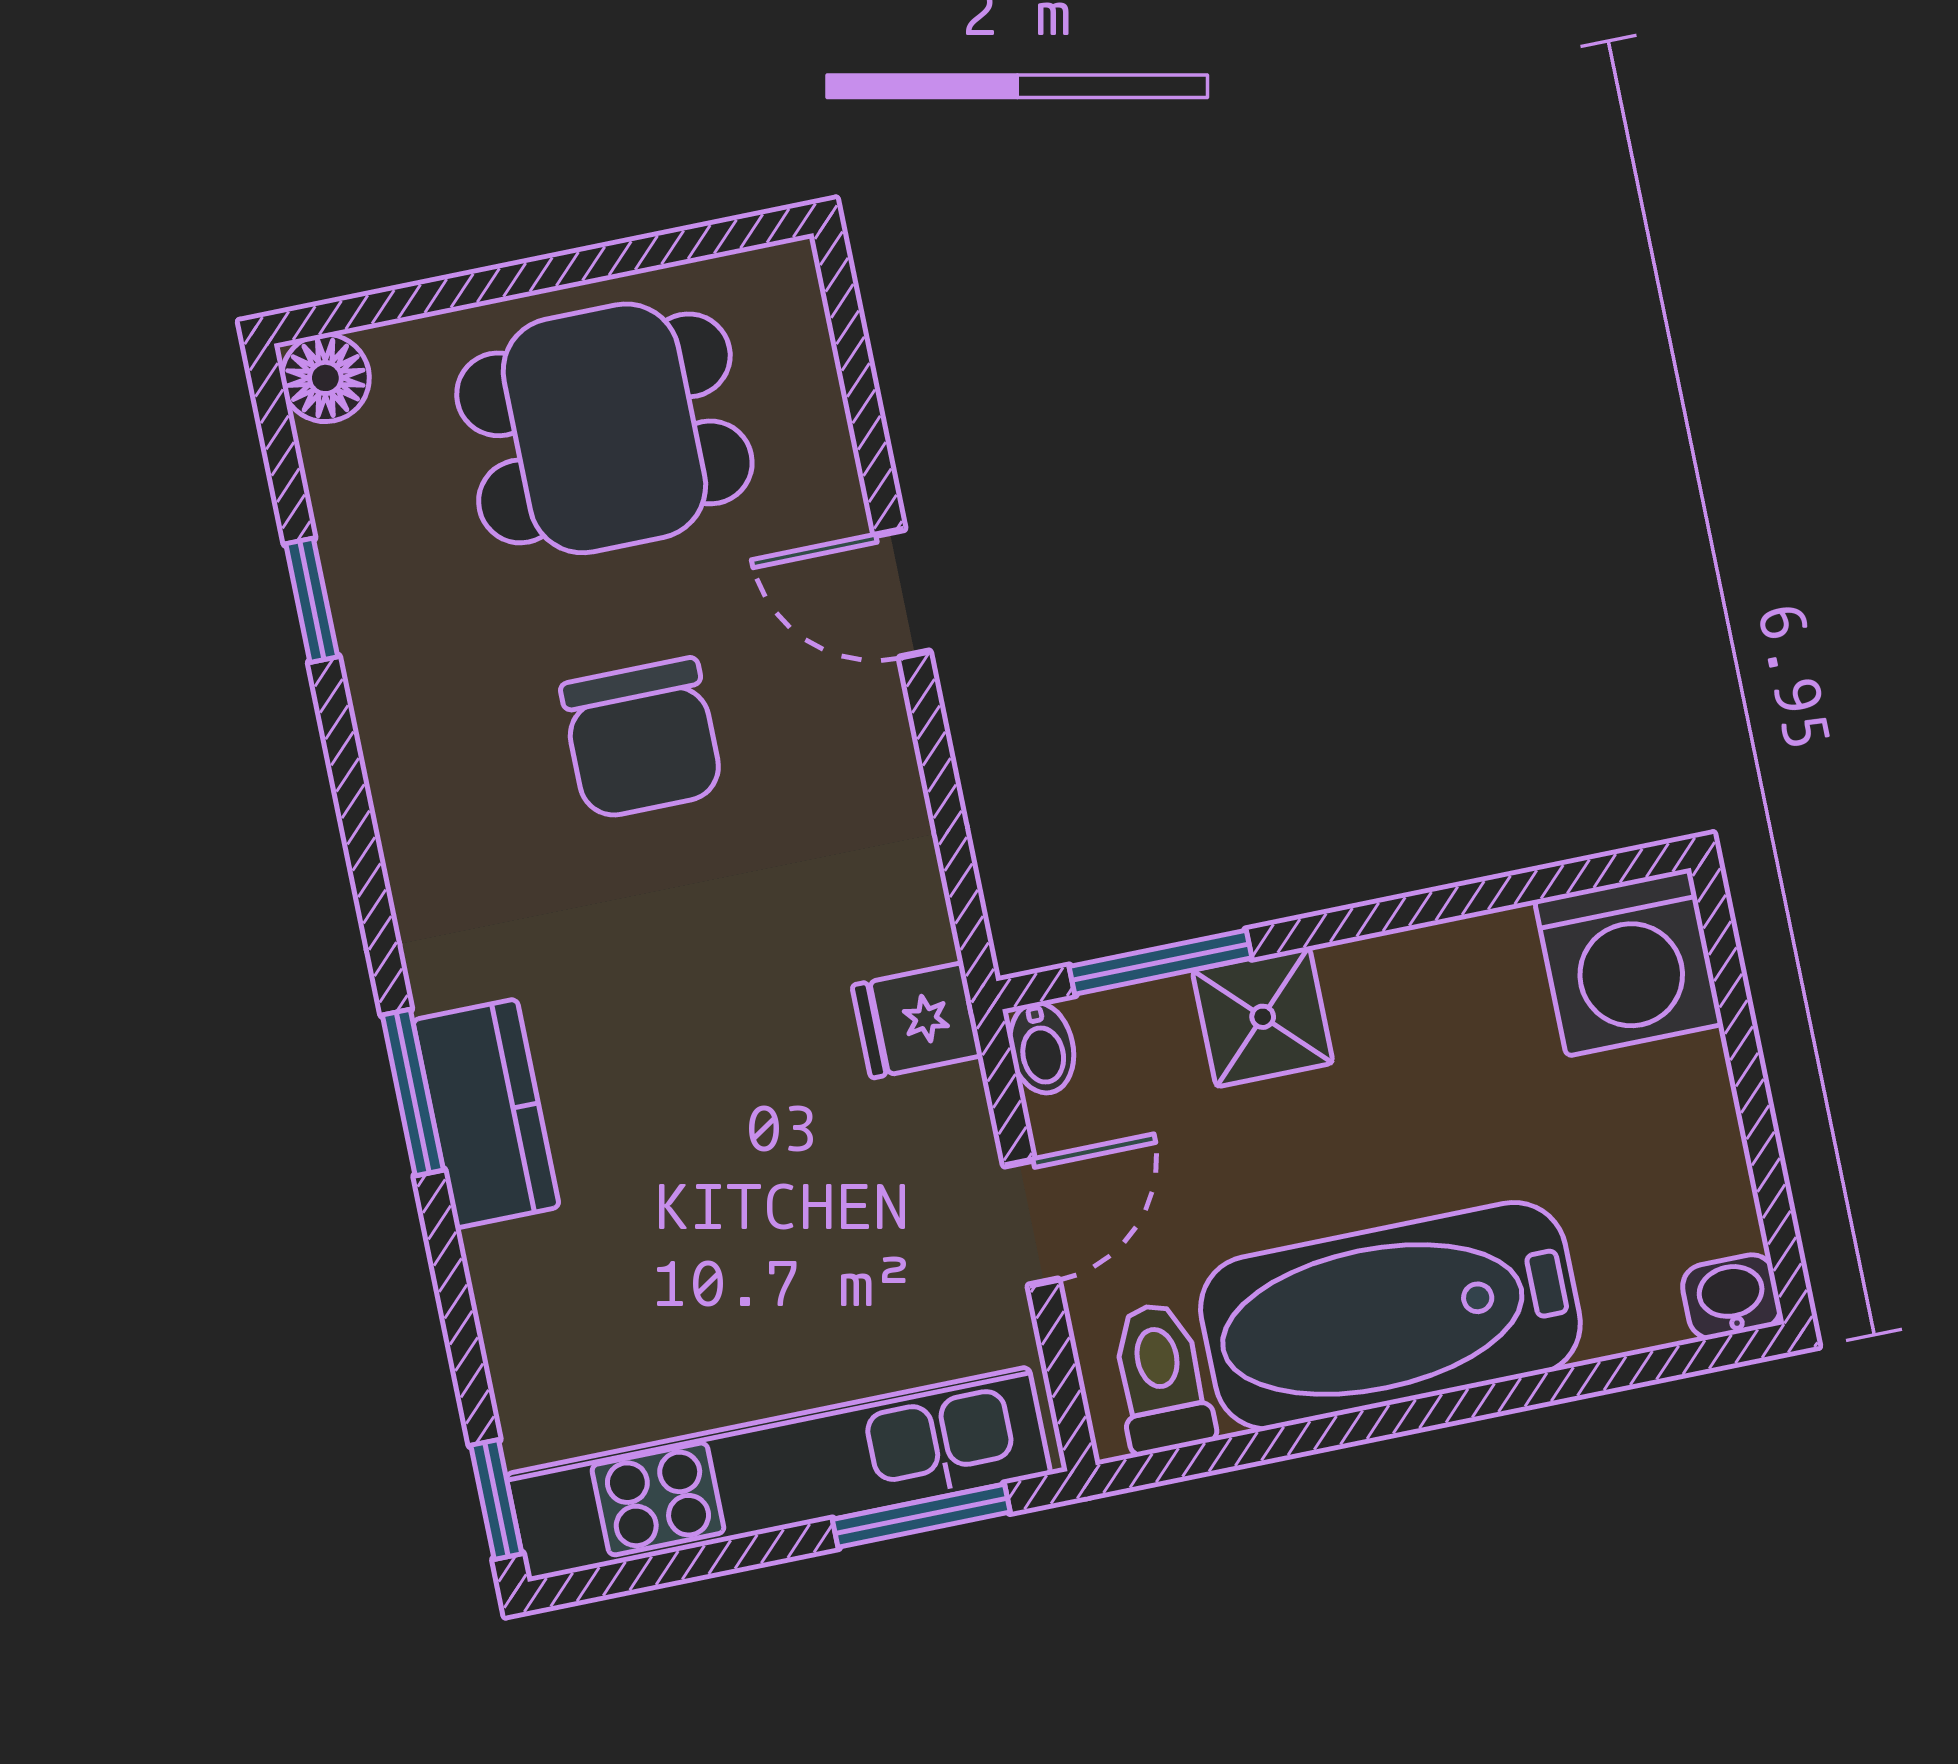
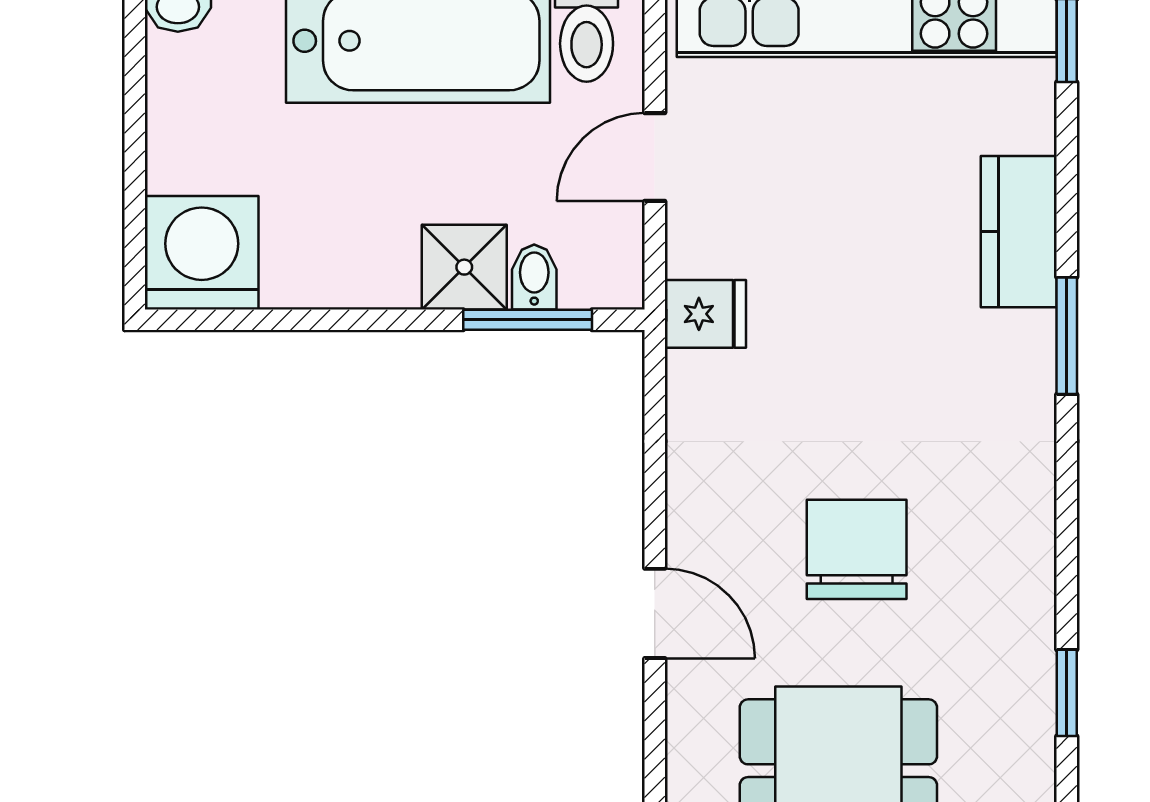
bidet: (1042, 1048) -> (534, 277), moved
kitchen counter: (486, 1114) -> (1019, 232), moved

